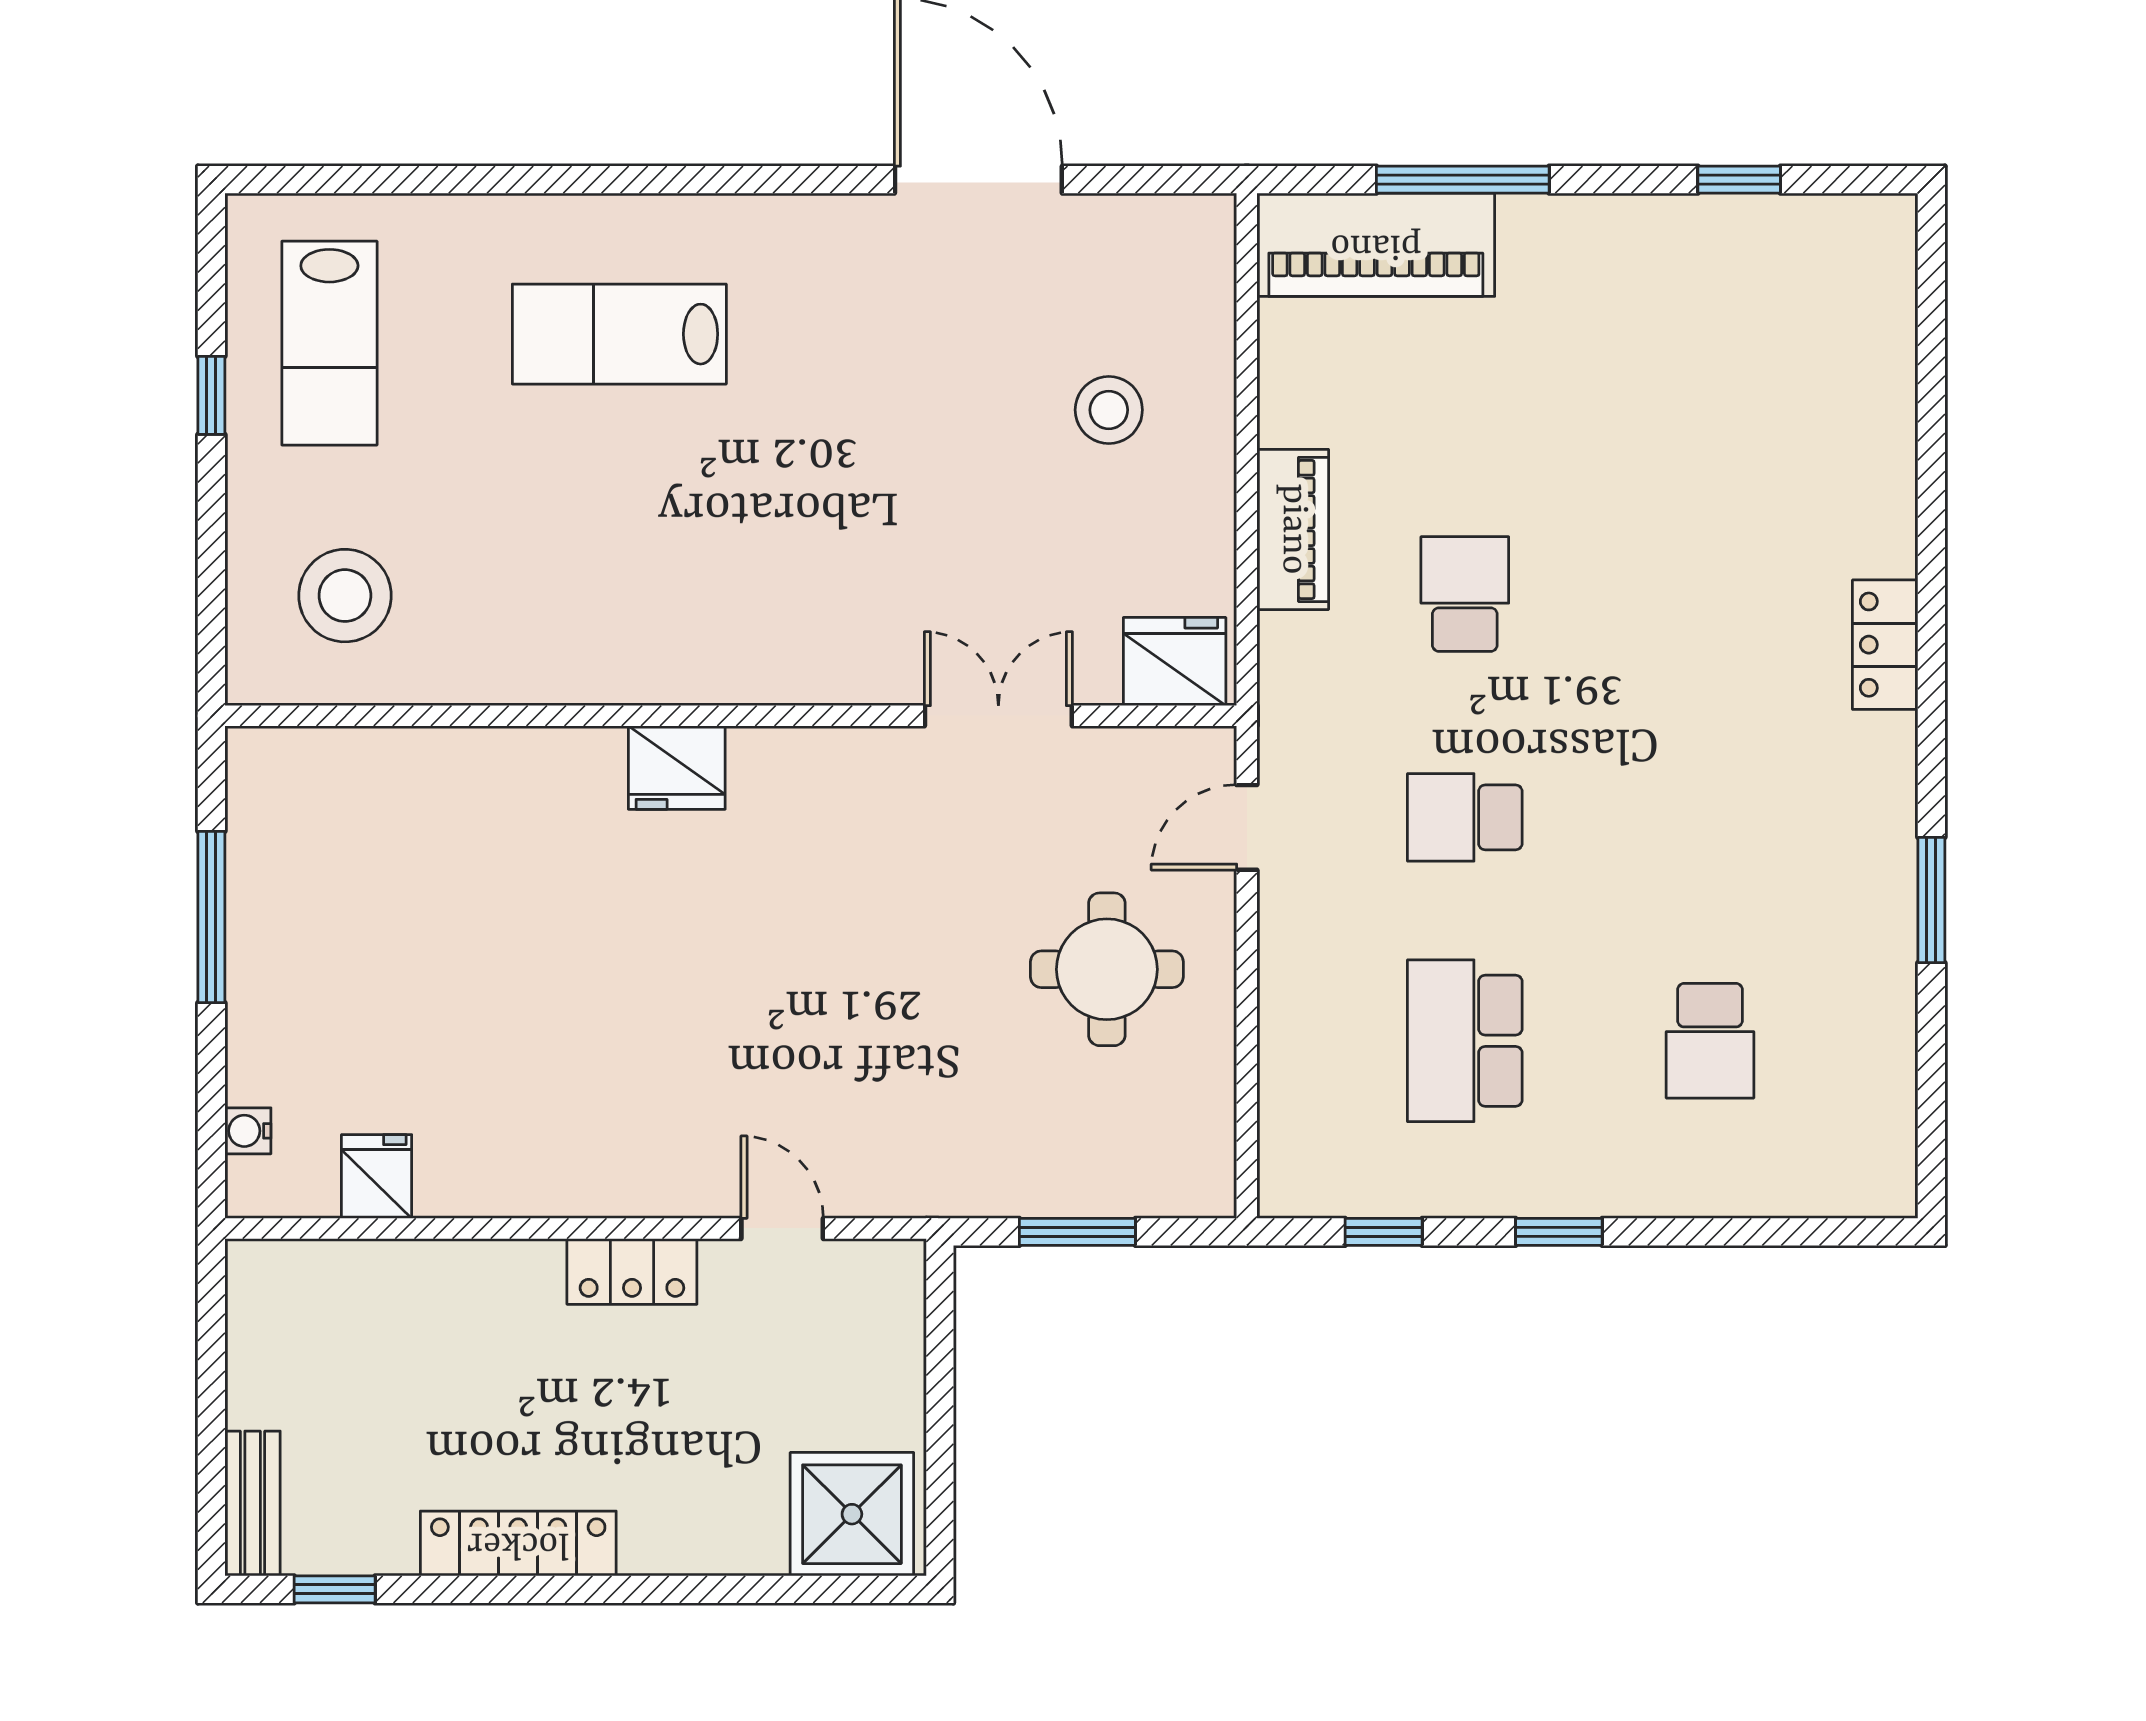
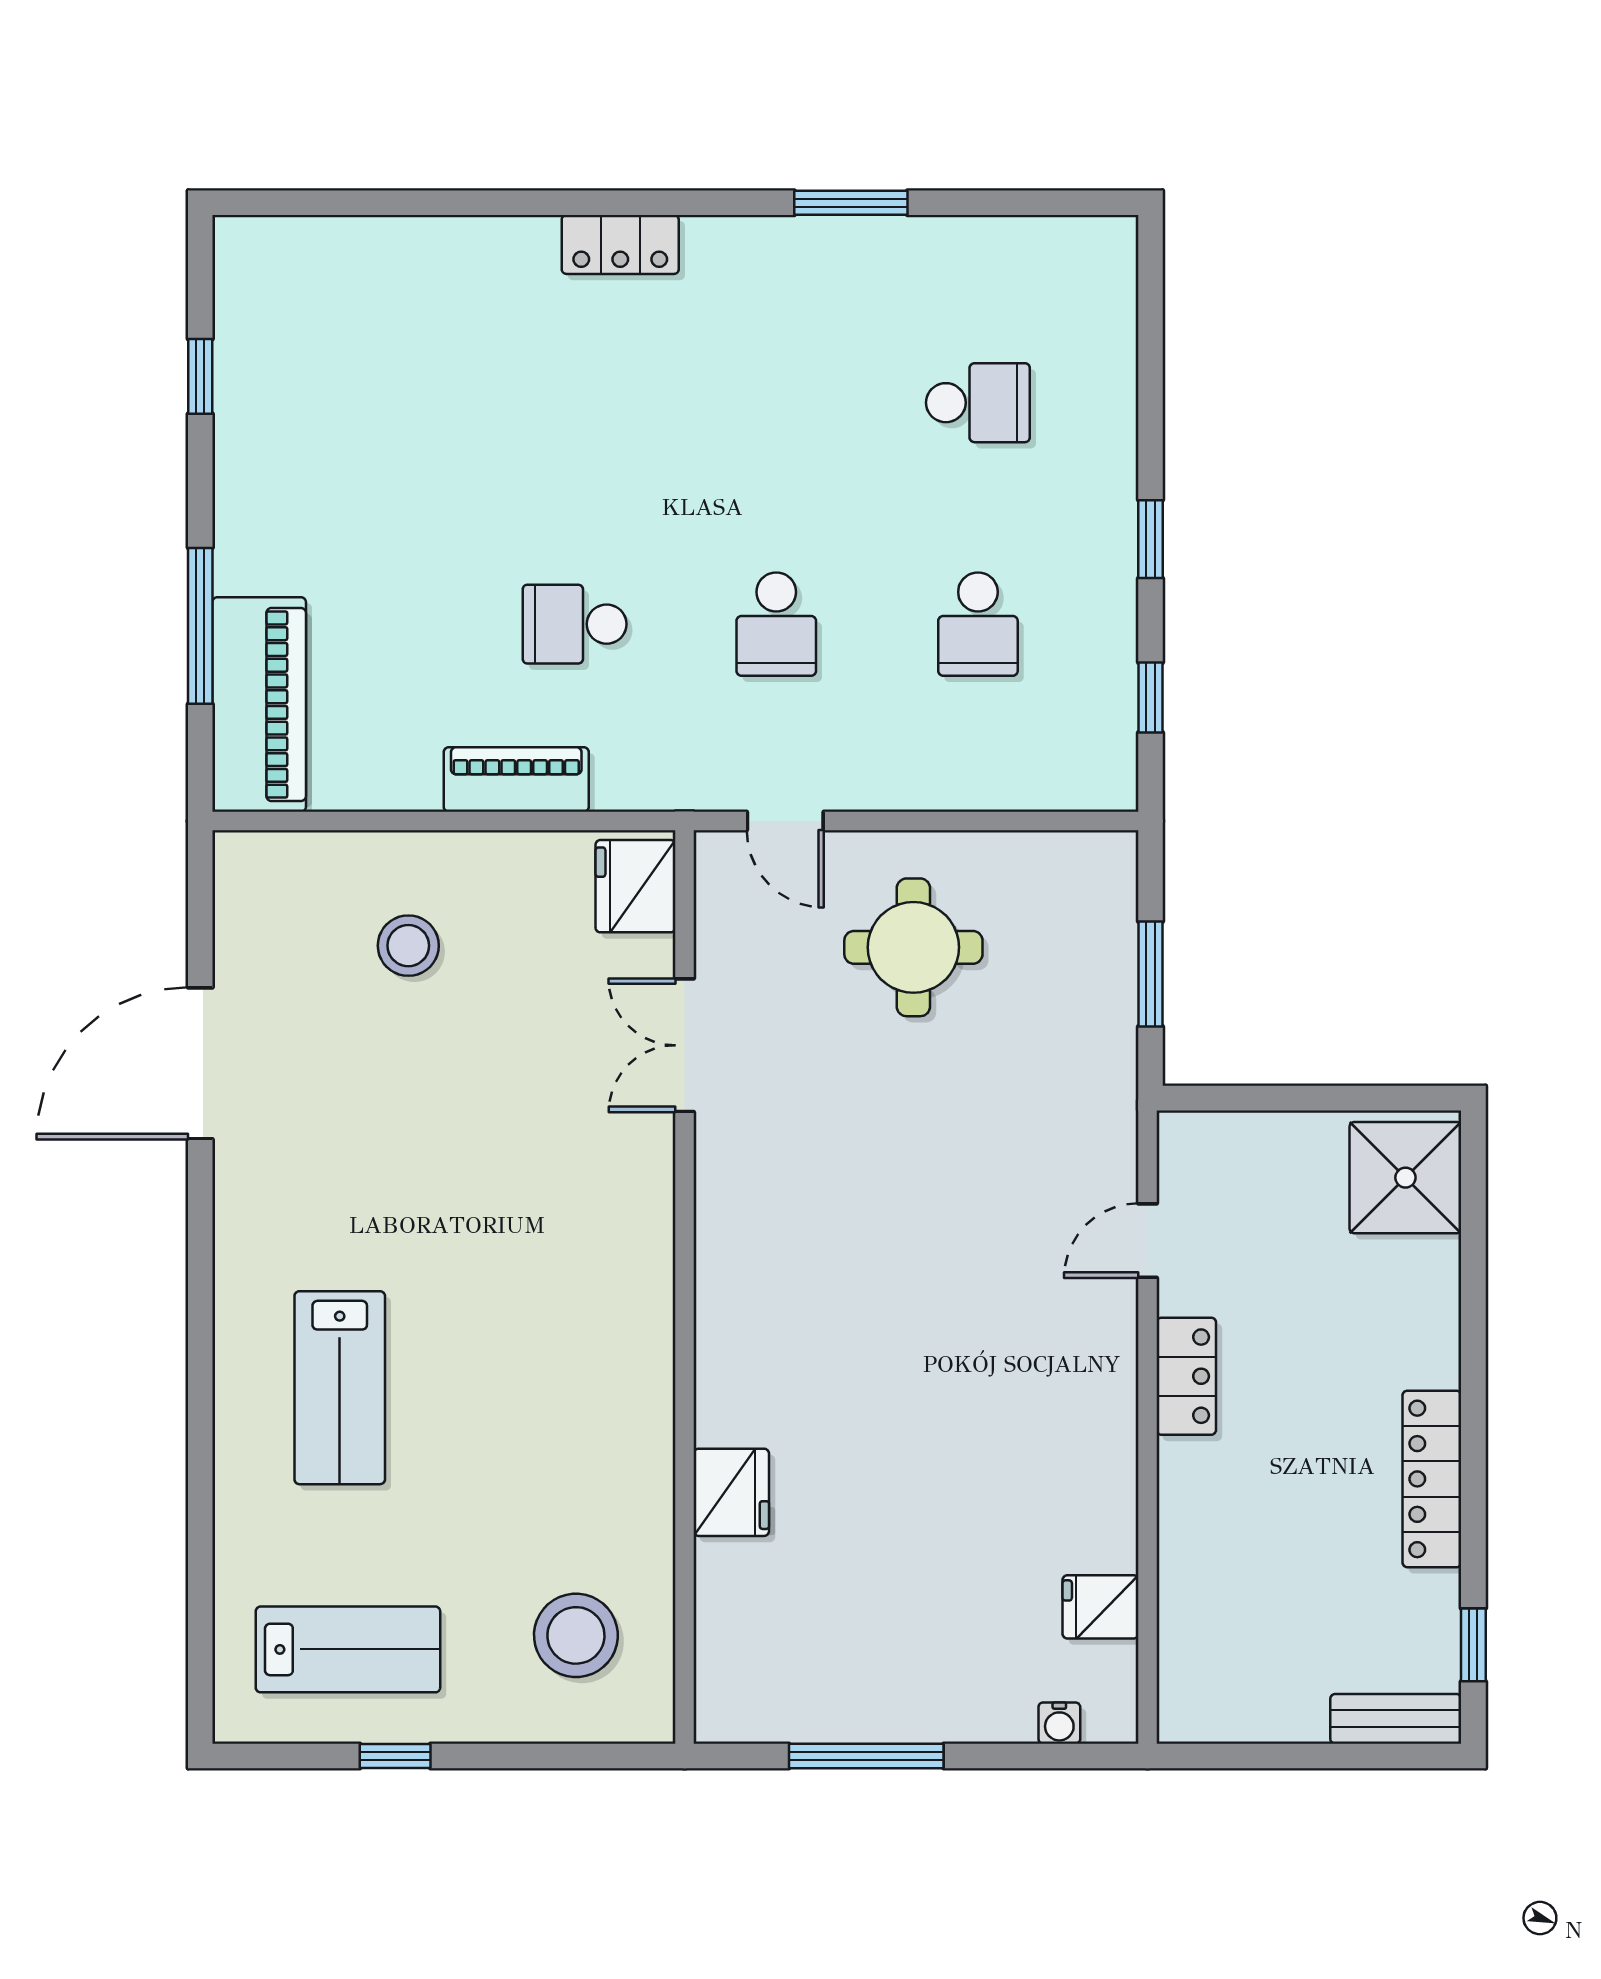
fridge: (677, 768) -> (731, 1492), moved
school desk: (1465, 1041) -> (978, 624), width x0.54

